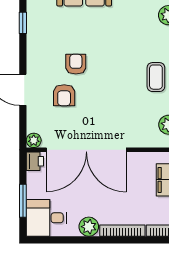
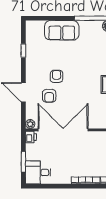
double door: (86, 150) -> (63, 130), swing flipped
plant: (89, 227) -> (65, 178), removed

